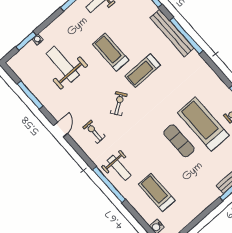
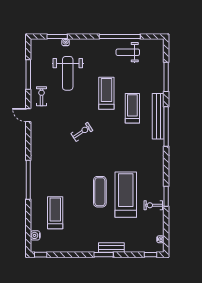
weight bench: (63, 64) -> (68, 73), turned 180
treadmill: (143, 71) -> (132, 108), moved, turned 90
door: (61, 130) -> (28, 115), swing flipped
exercise bike: (94, 132) -> (42, 96), moved
weight bench: (119, 168) -> (45, 175), removed

